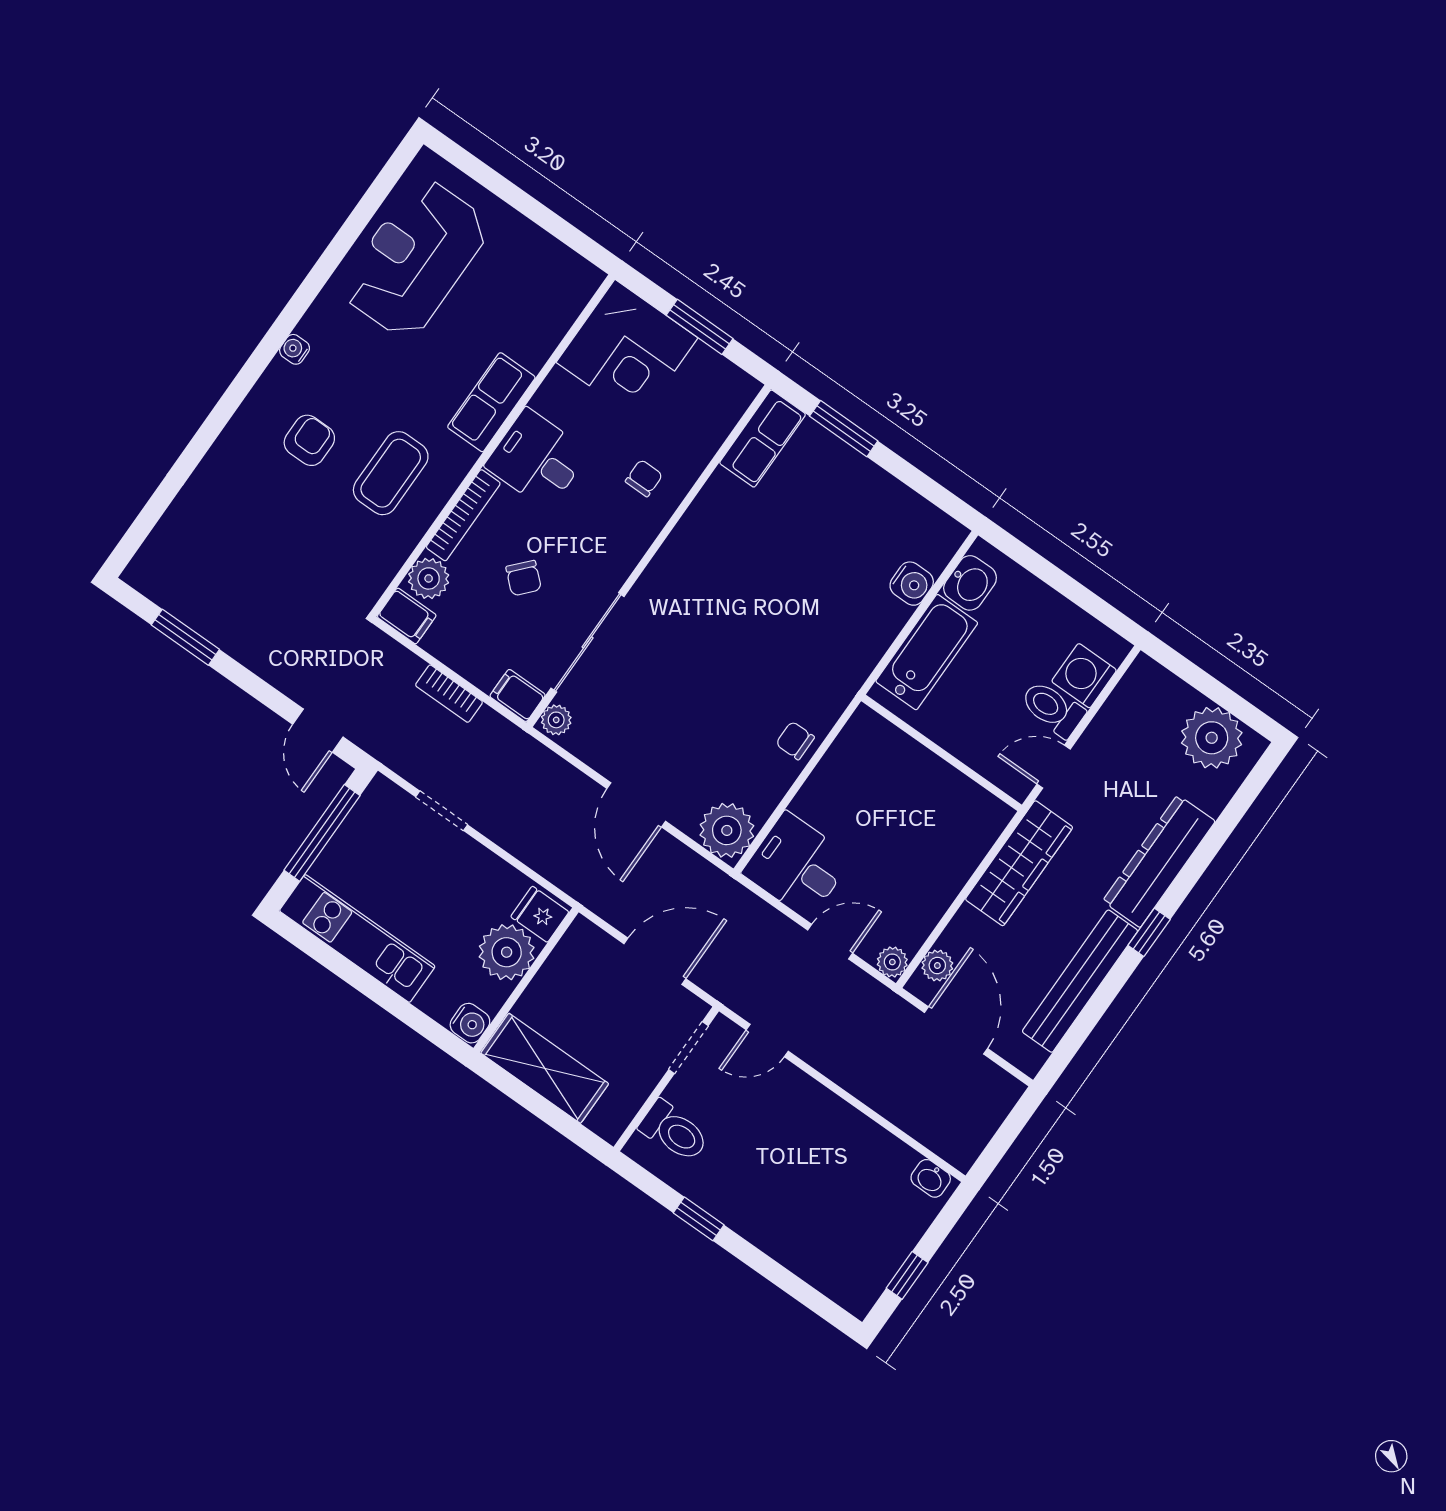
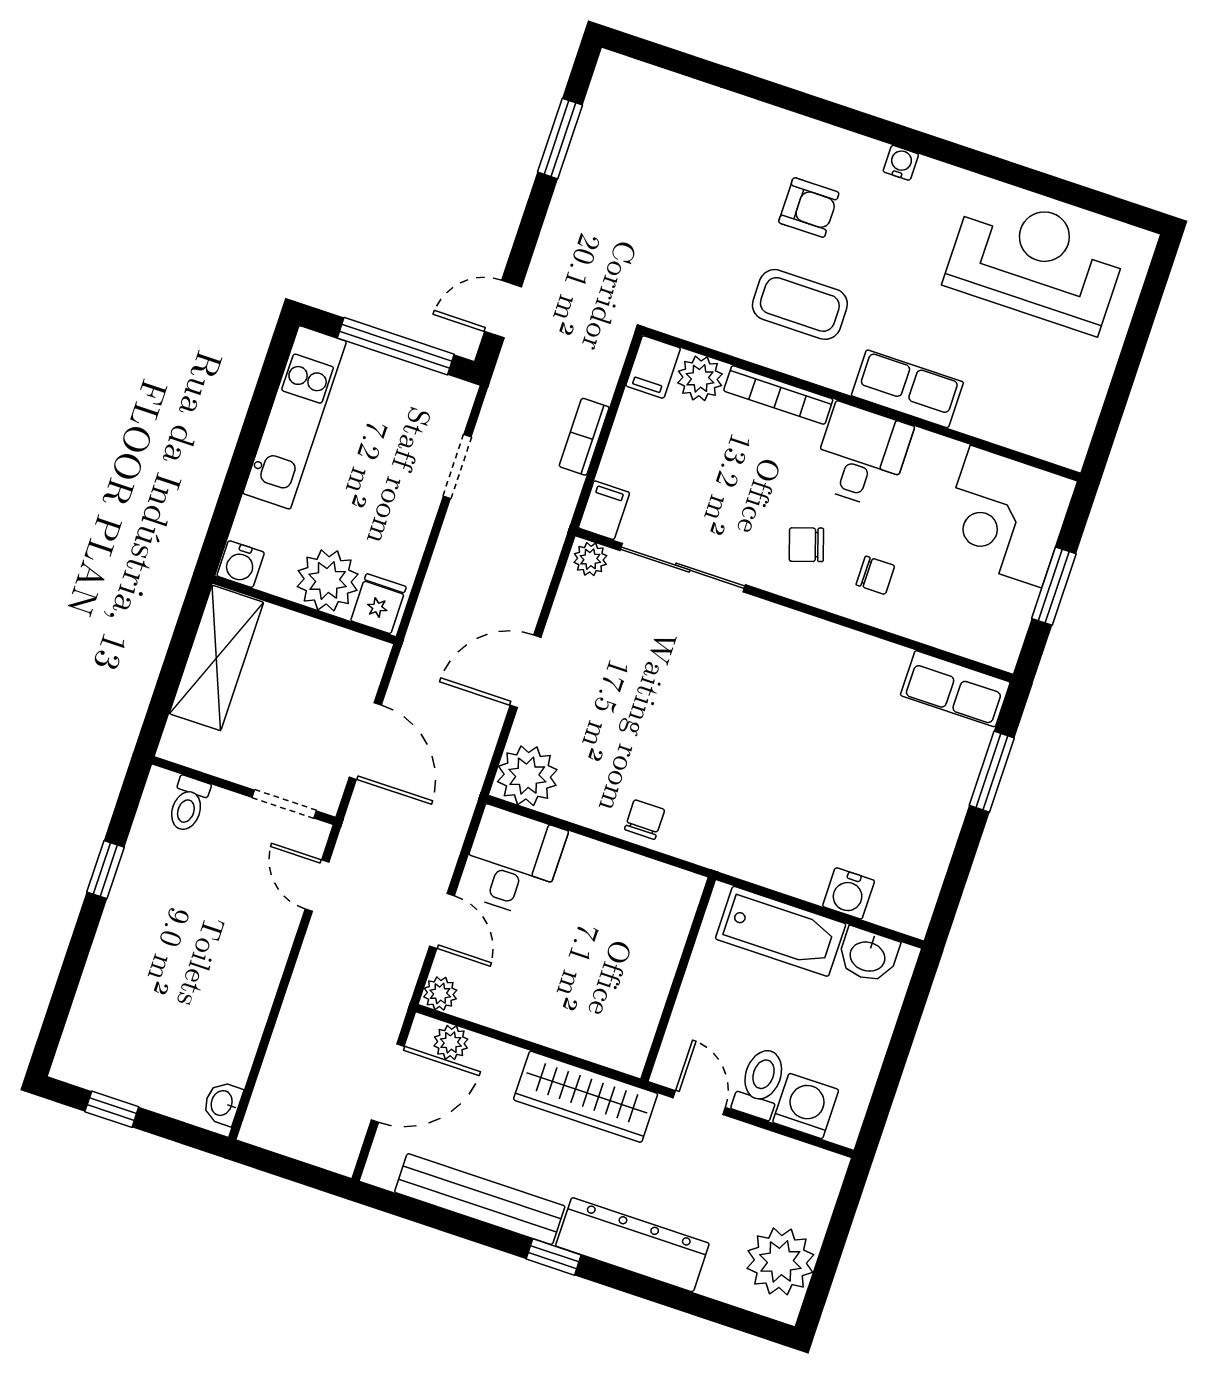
chair: (524, 578) -> (806, 545), moved, turned 30
toilet: (674, 1131) -> (188, 804), width x0.73, depth x0.72

